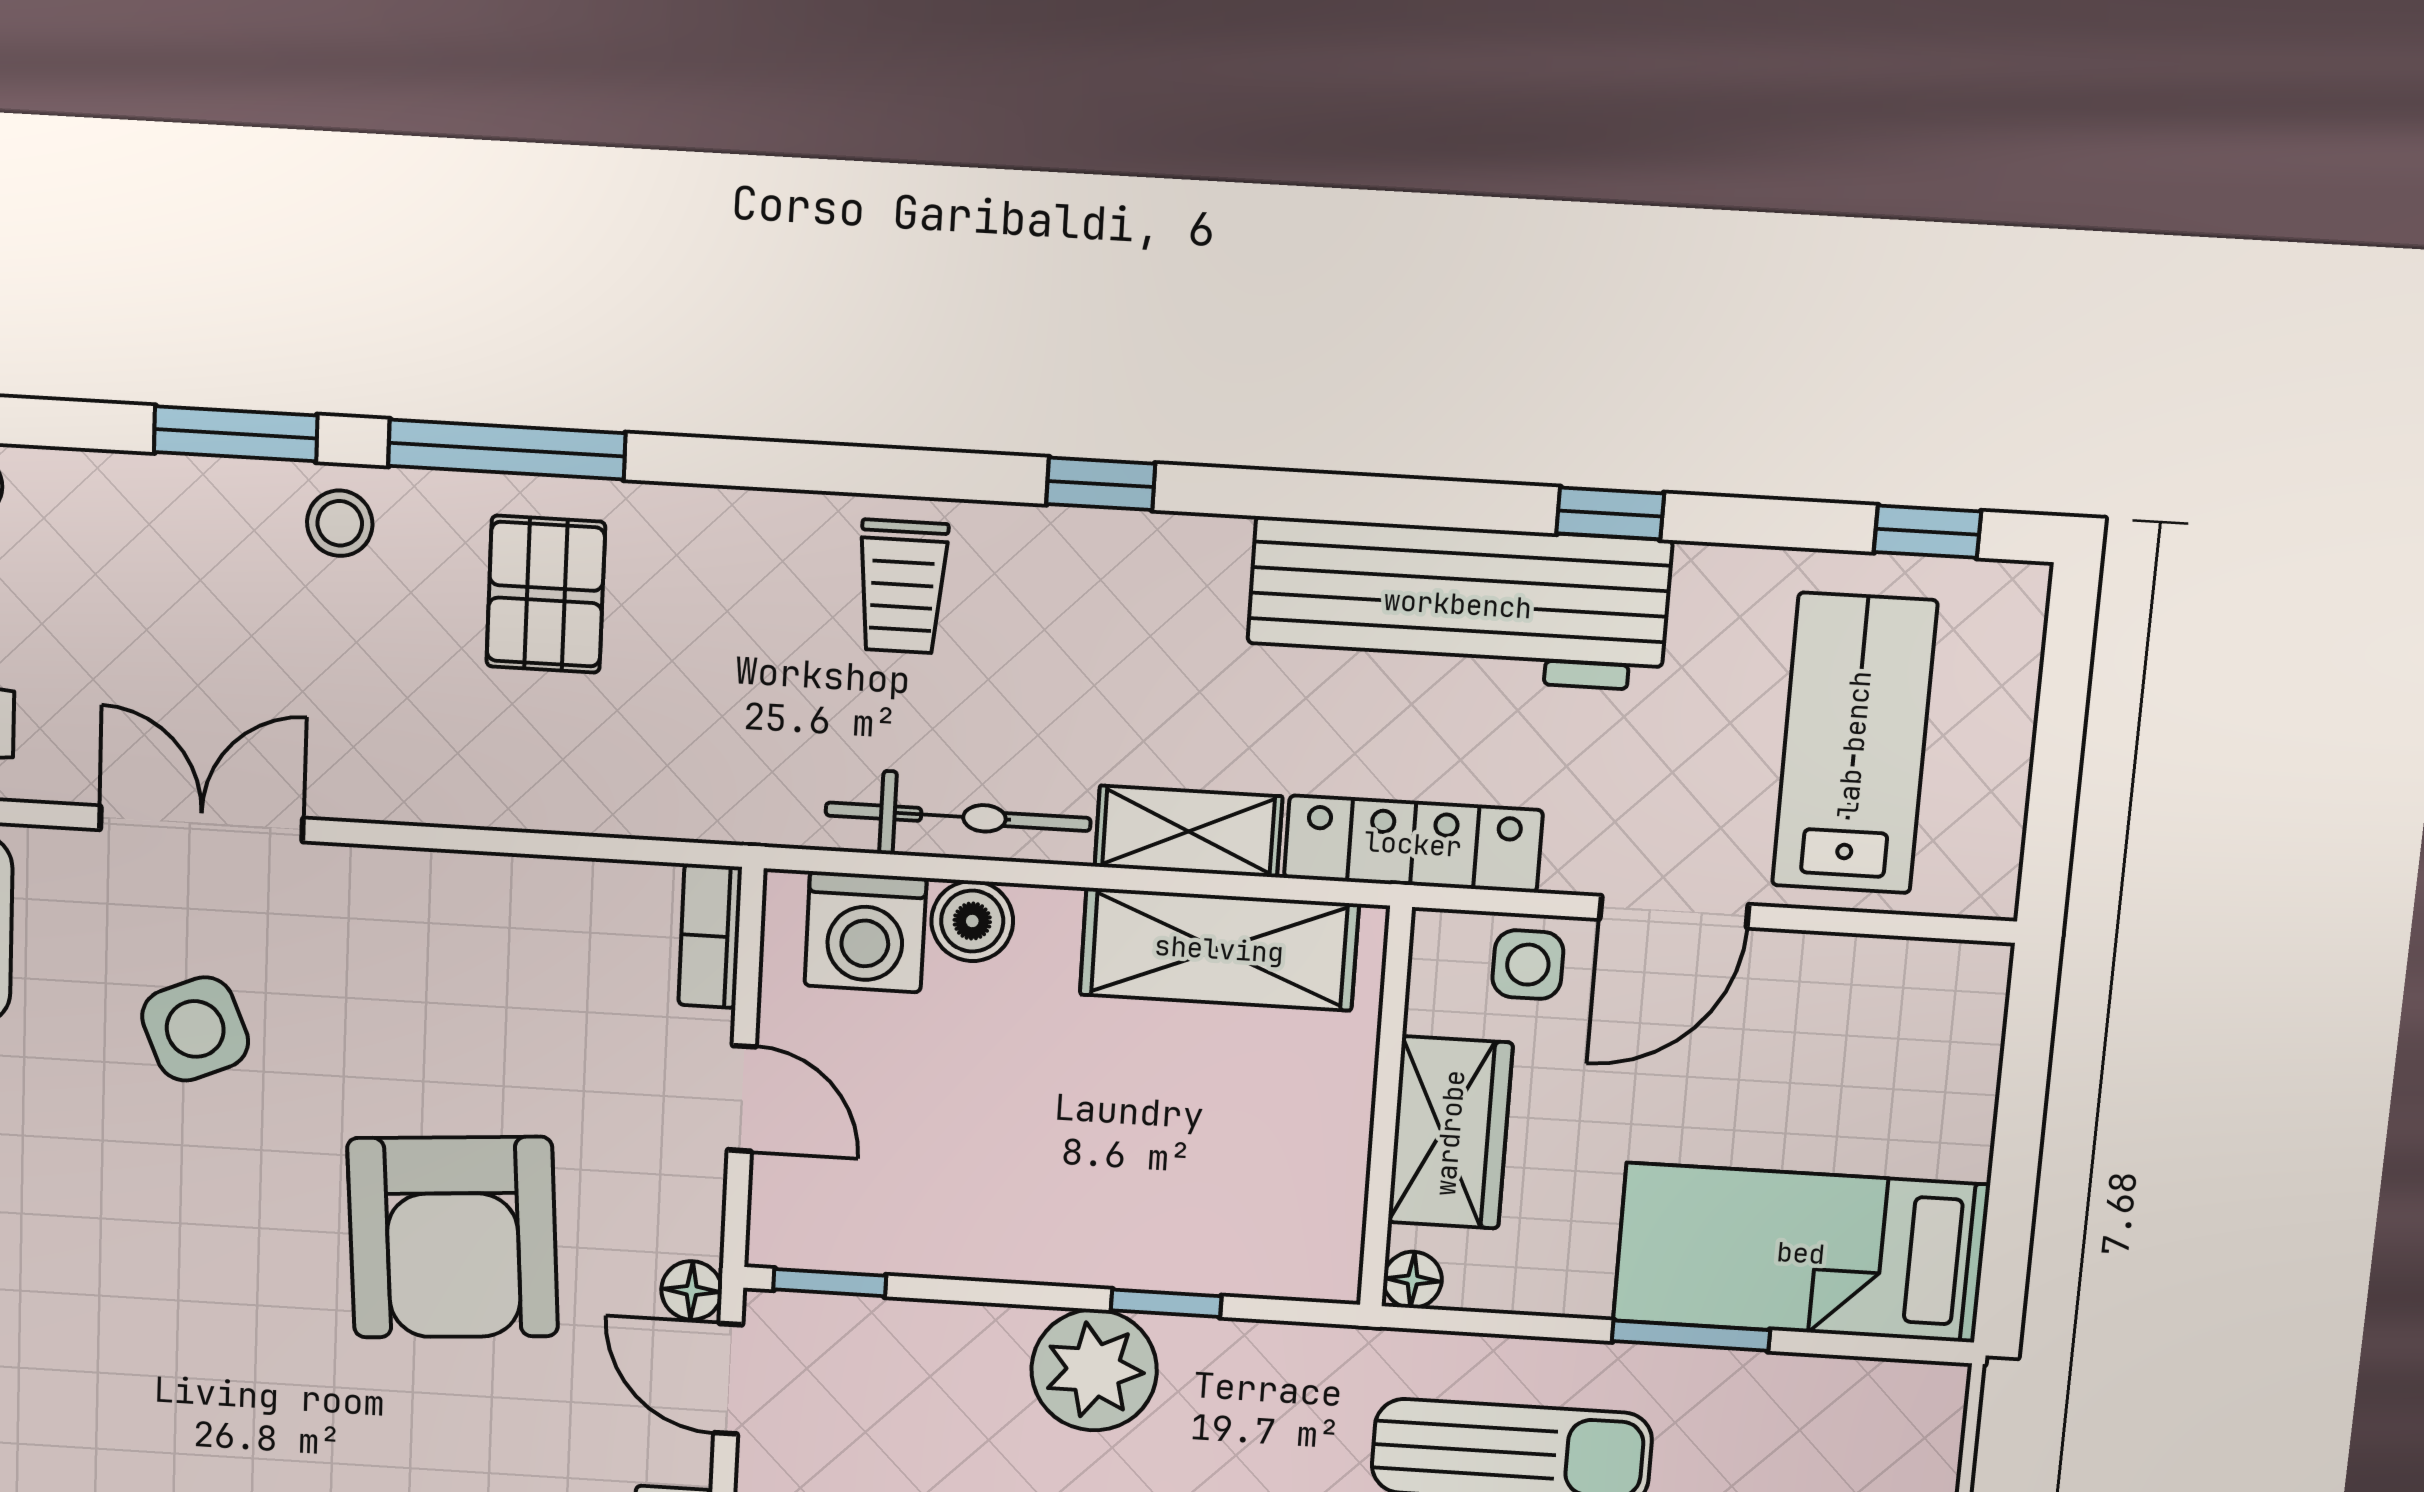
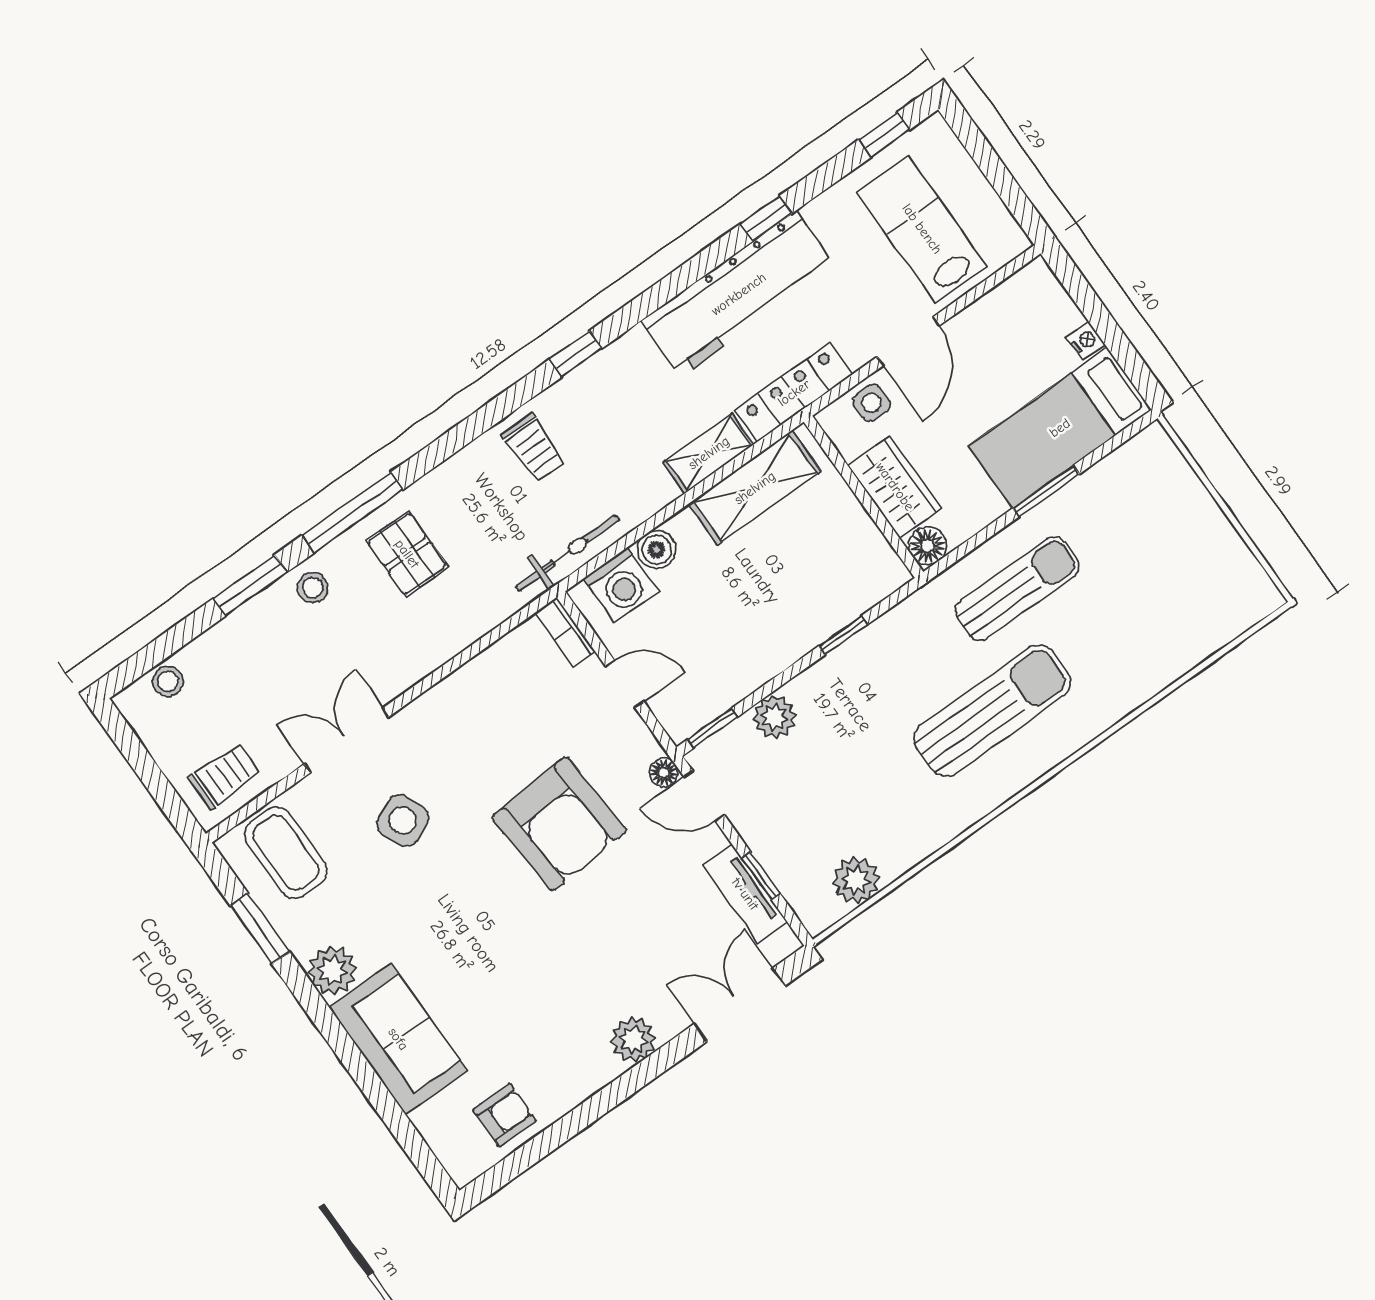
bicycle: (958, 817) -> (568, 553), moved
nightstand: (1965, 1145) -> (1086, 340), added
floor lamp: (1413, 1280) -> (928, 546), width x1.37, depth x1.37
plant: (1094, 1370) -> (774, 717), moved, width x0.73, depth x0.73

